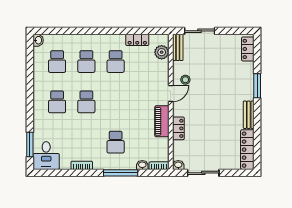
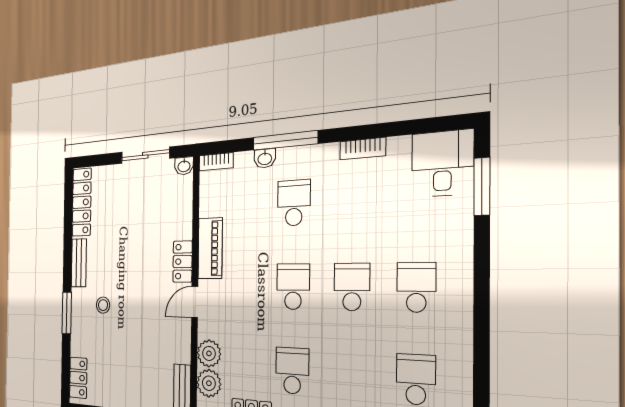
school desk: (86, 62) -> (293, 287), moved
plant: (162, 67) -> (209, 353), added
stool: (185, 80) -> (103, 305), moved
locker: (178, 128) -> (183, 262), moved
washbasin: (142, 165) -> (265, 158), moved

